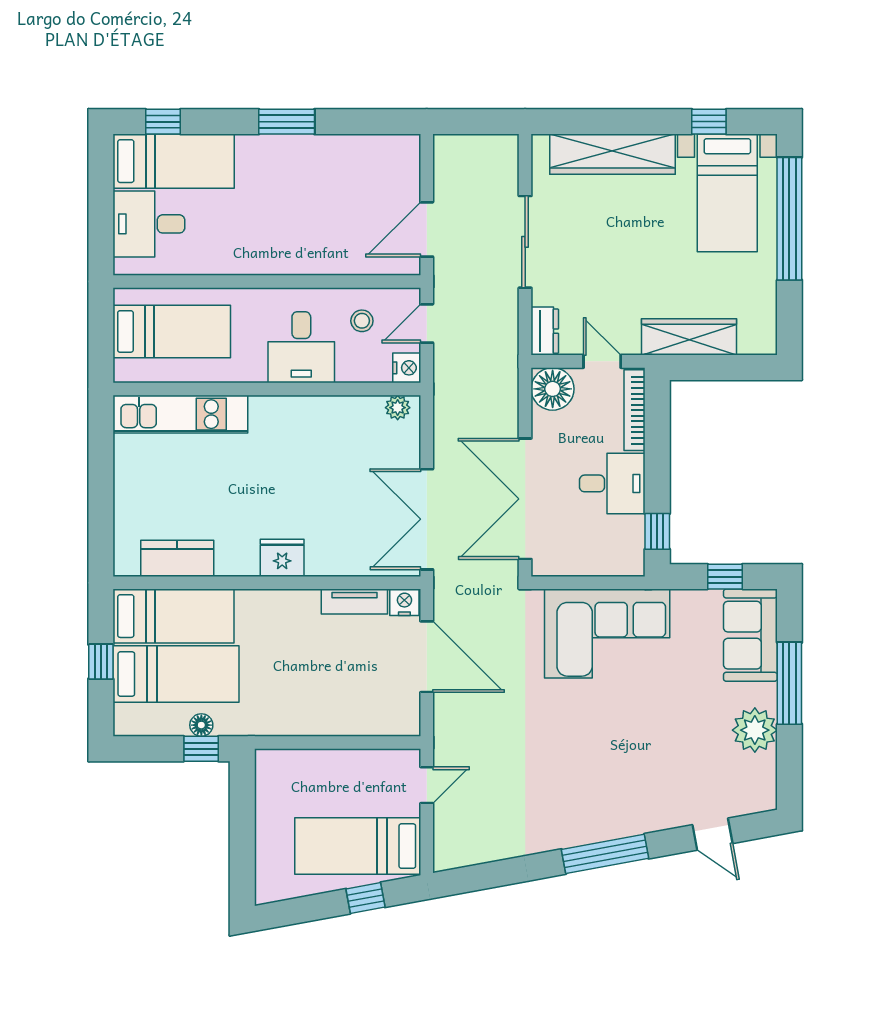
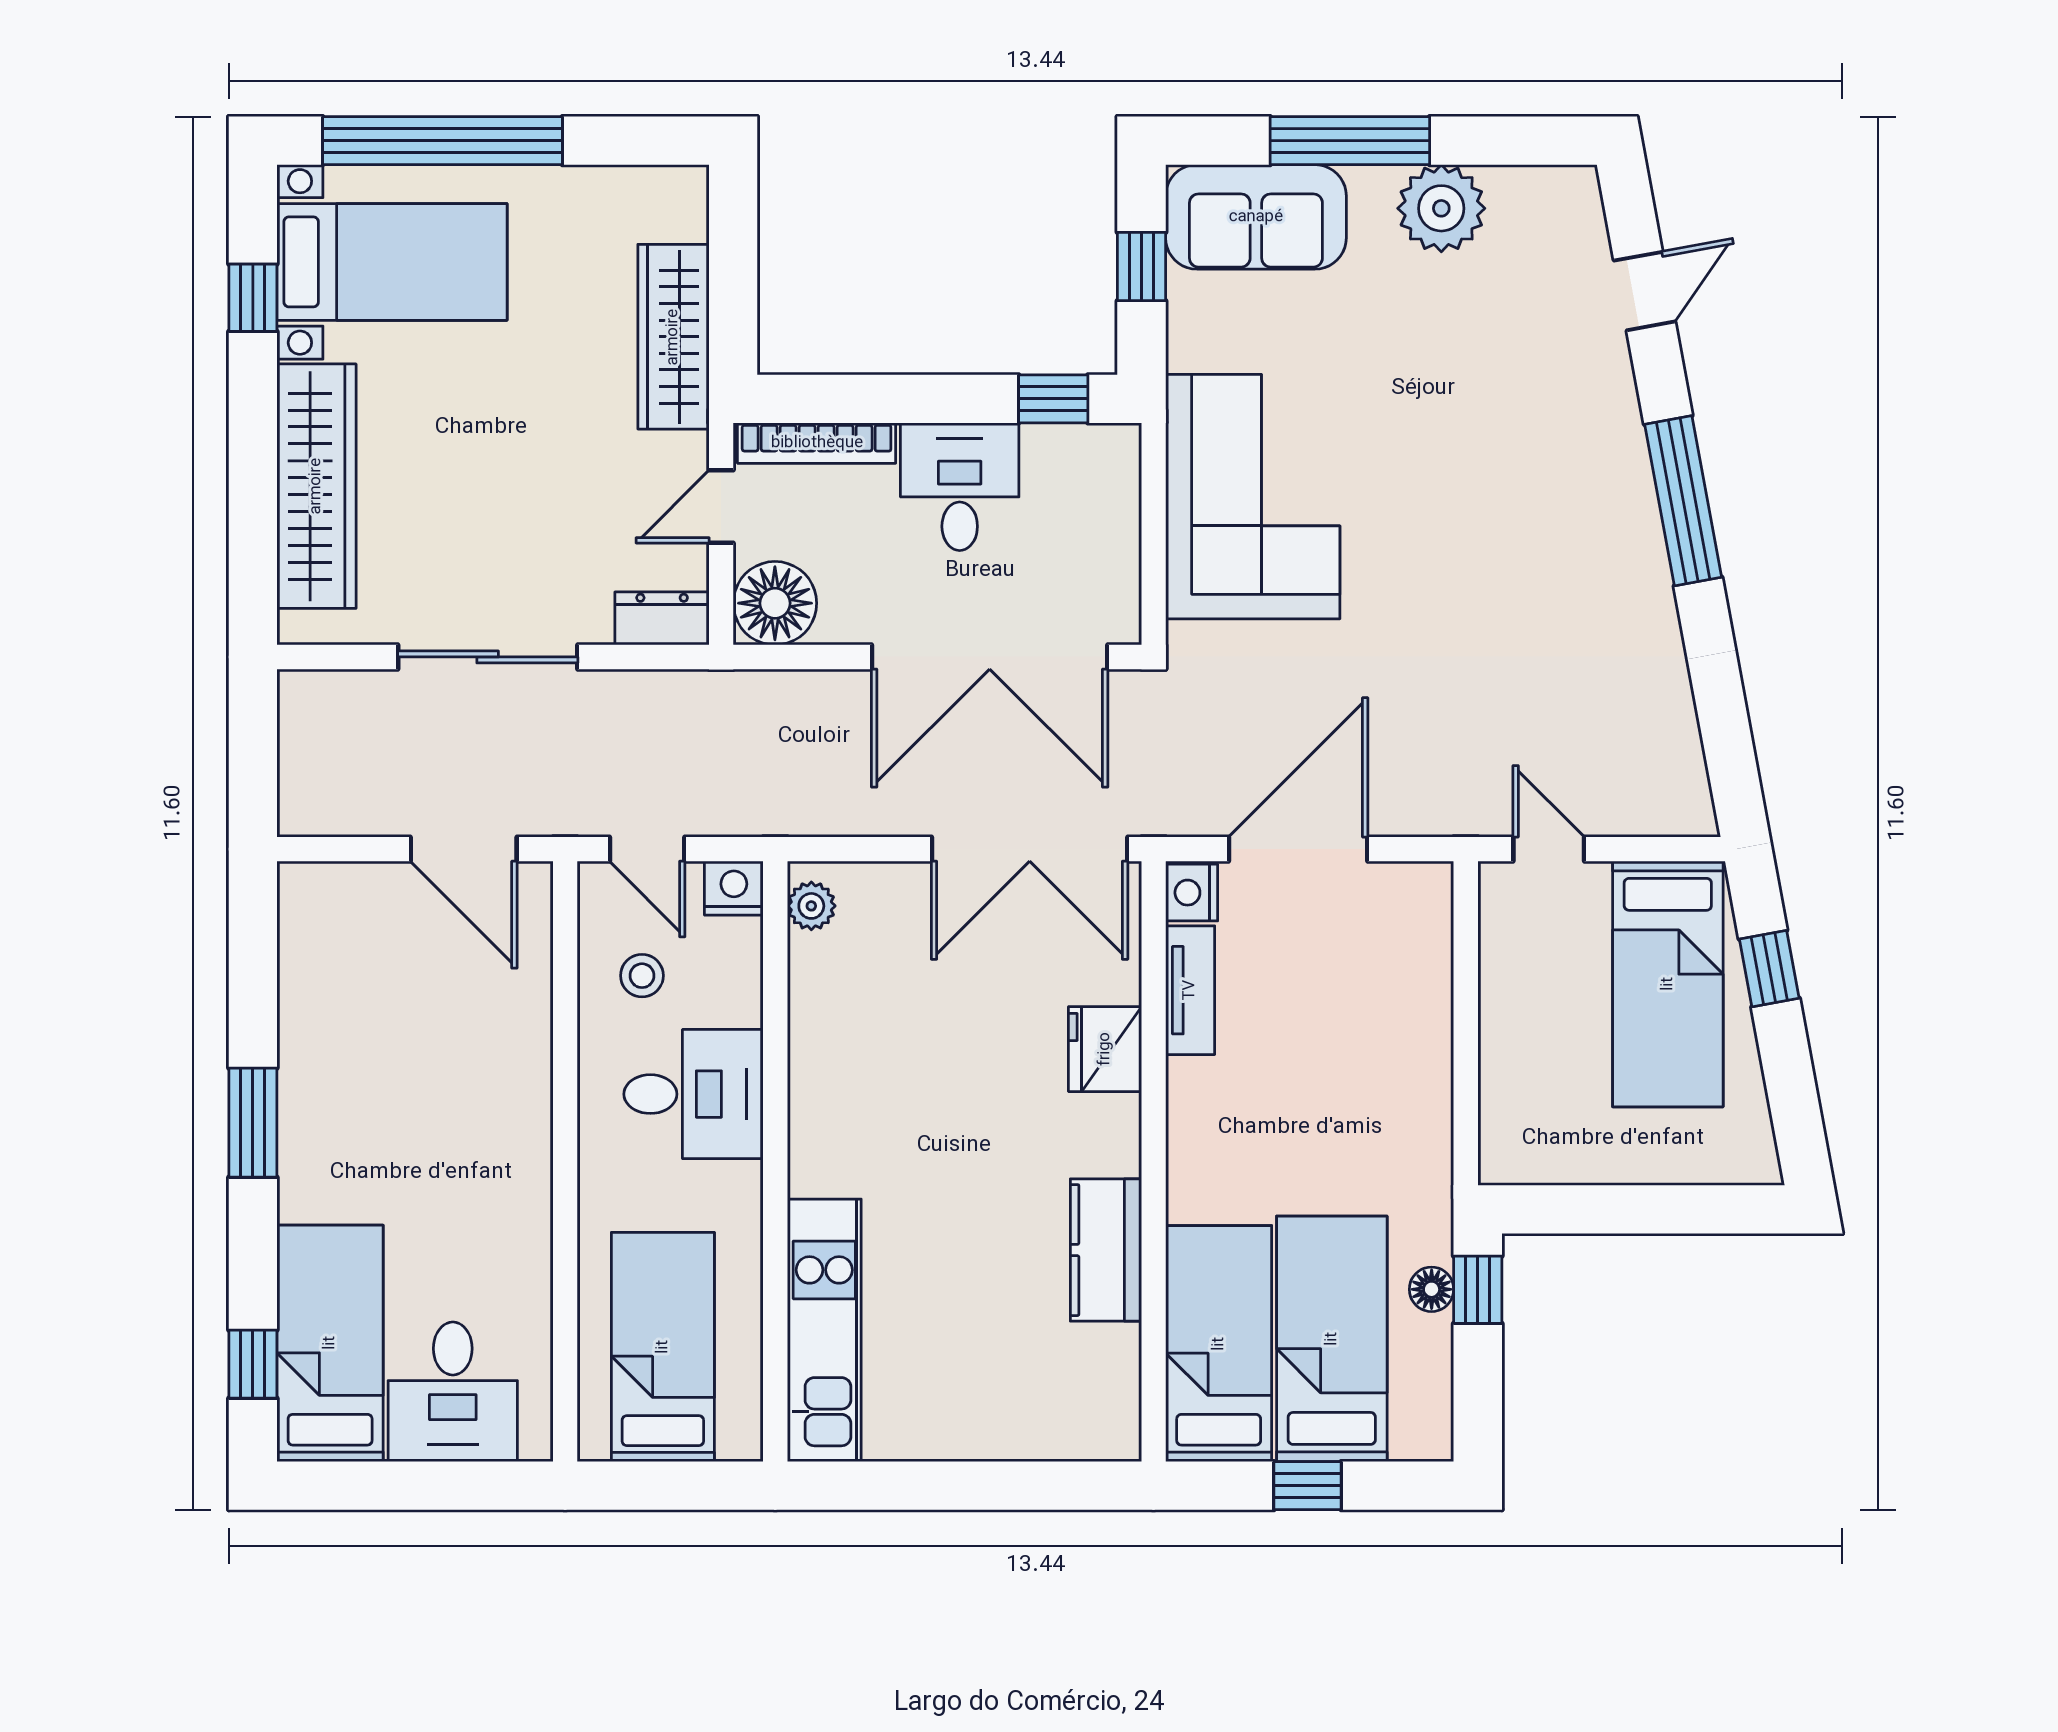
kitchen counter: (177, 558) -> (1106, 1250), moved
fridge: (282, 558) -> (1105, 1049), moved

